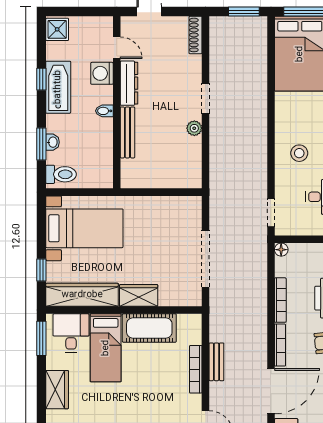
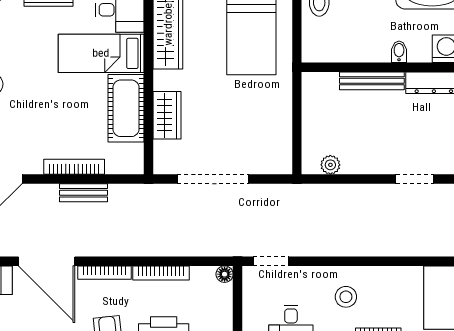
plant: (194, 128) -> (330, 165), moved
wardrobe: (139, 295) -> (167, 115), moved

